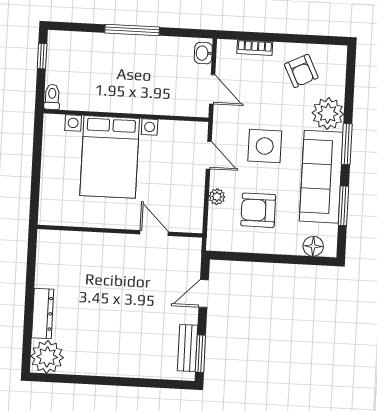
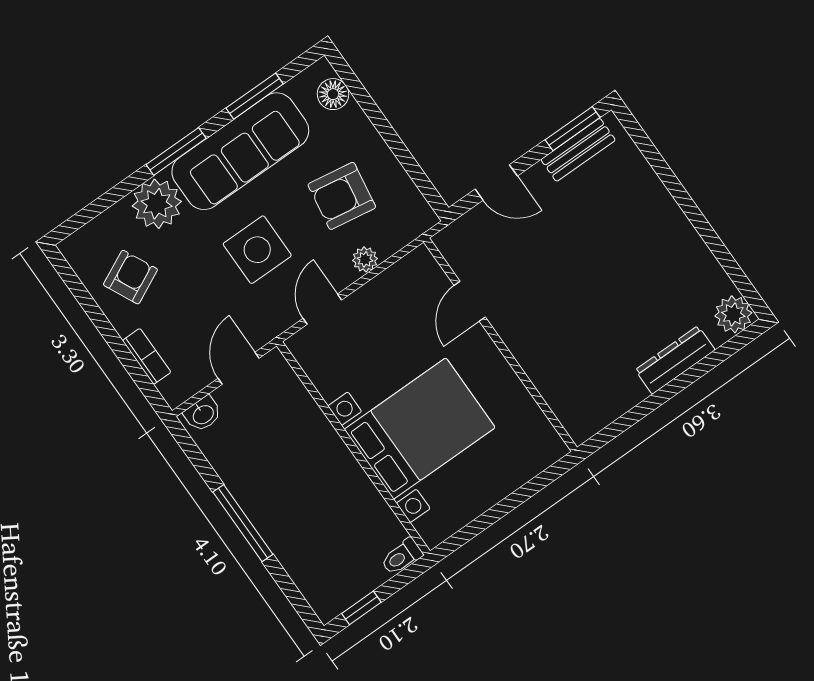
armchair: (258, 210) -> (342, 196), turned 99
plant: (47, 357) -> (733, 314), width x0.73, depth x0.73

